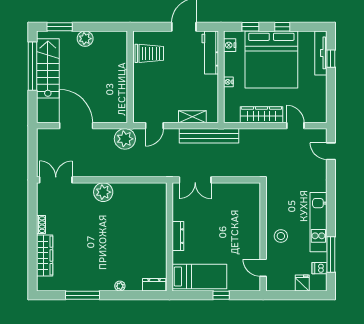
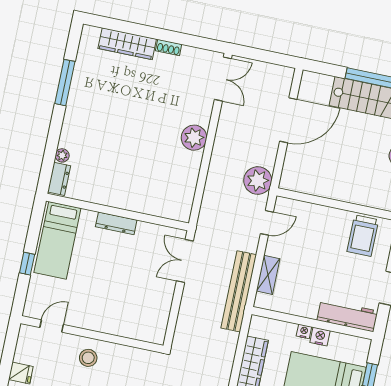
nightstand: (230, 45) -> (320, 337), moved
door: (154, 126) -> (267, 223), swing flipped
plant: (120, 286) -> (62, 155), moved

